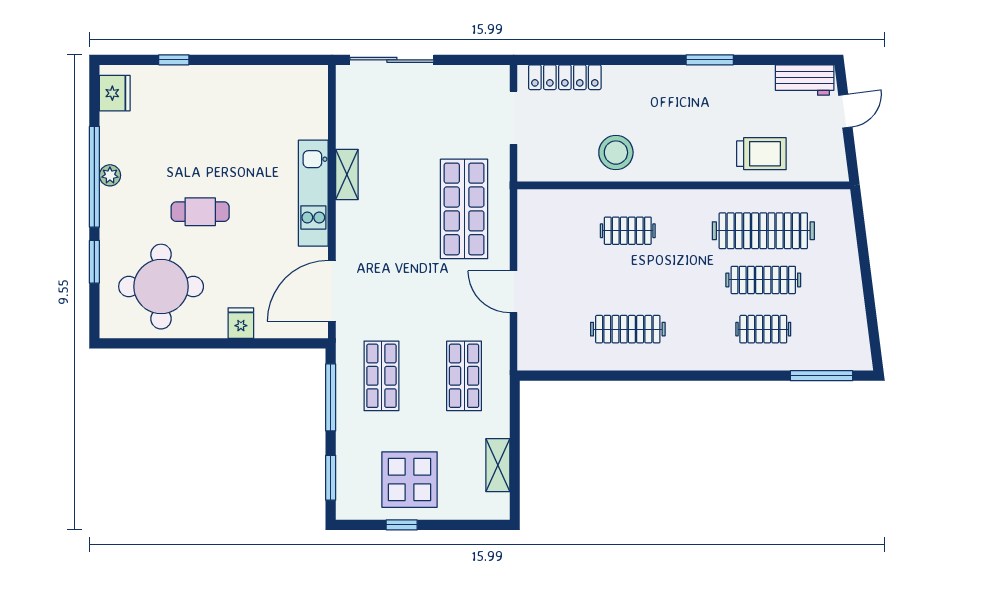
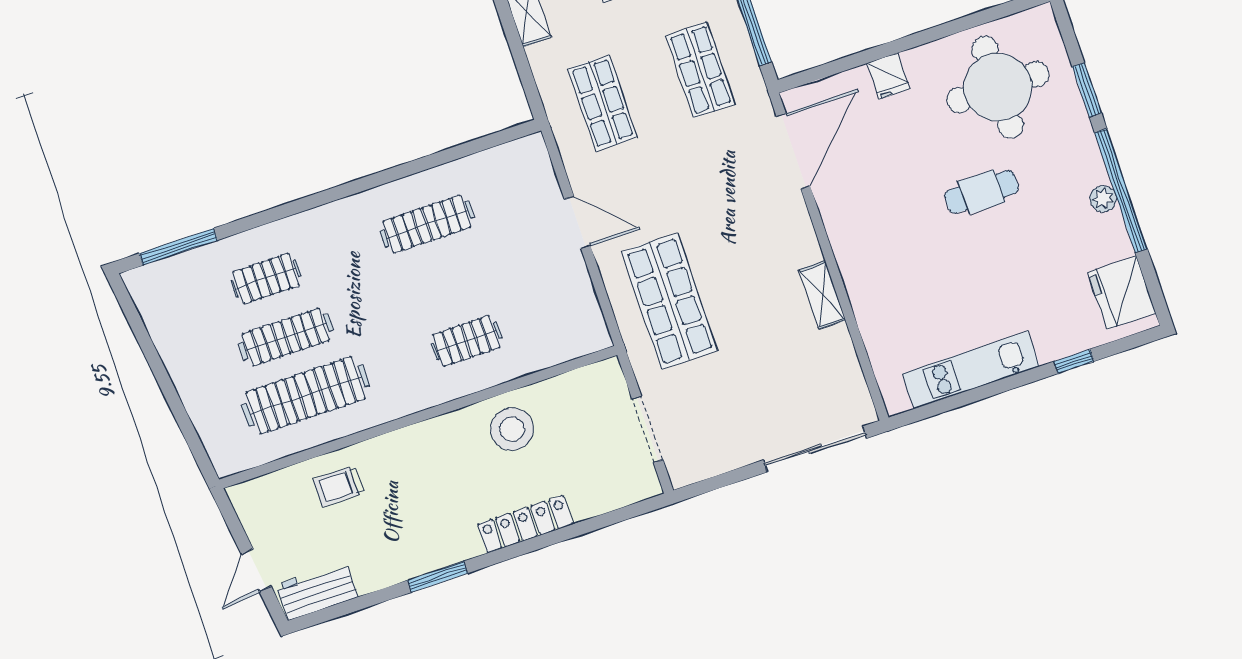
locker: (565, 77) -> (525, 524), moved
fridge: (115, 93) -> (1122, 293), width x1.36, depth x1.34
trolley: (761, 154) -> (339, 486), width x0.73, depth x0.72
kitchen unit: (313, 193) -> (971, 370), moved, turned -90

